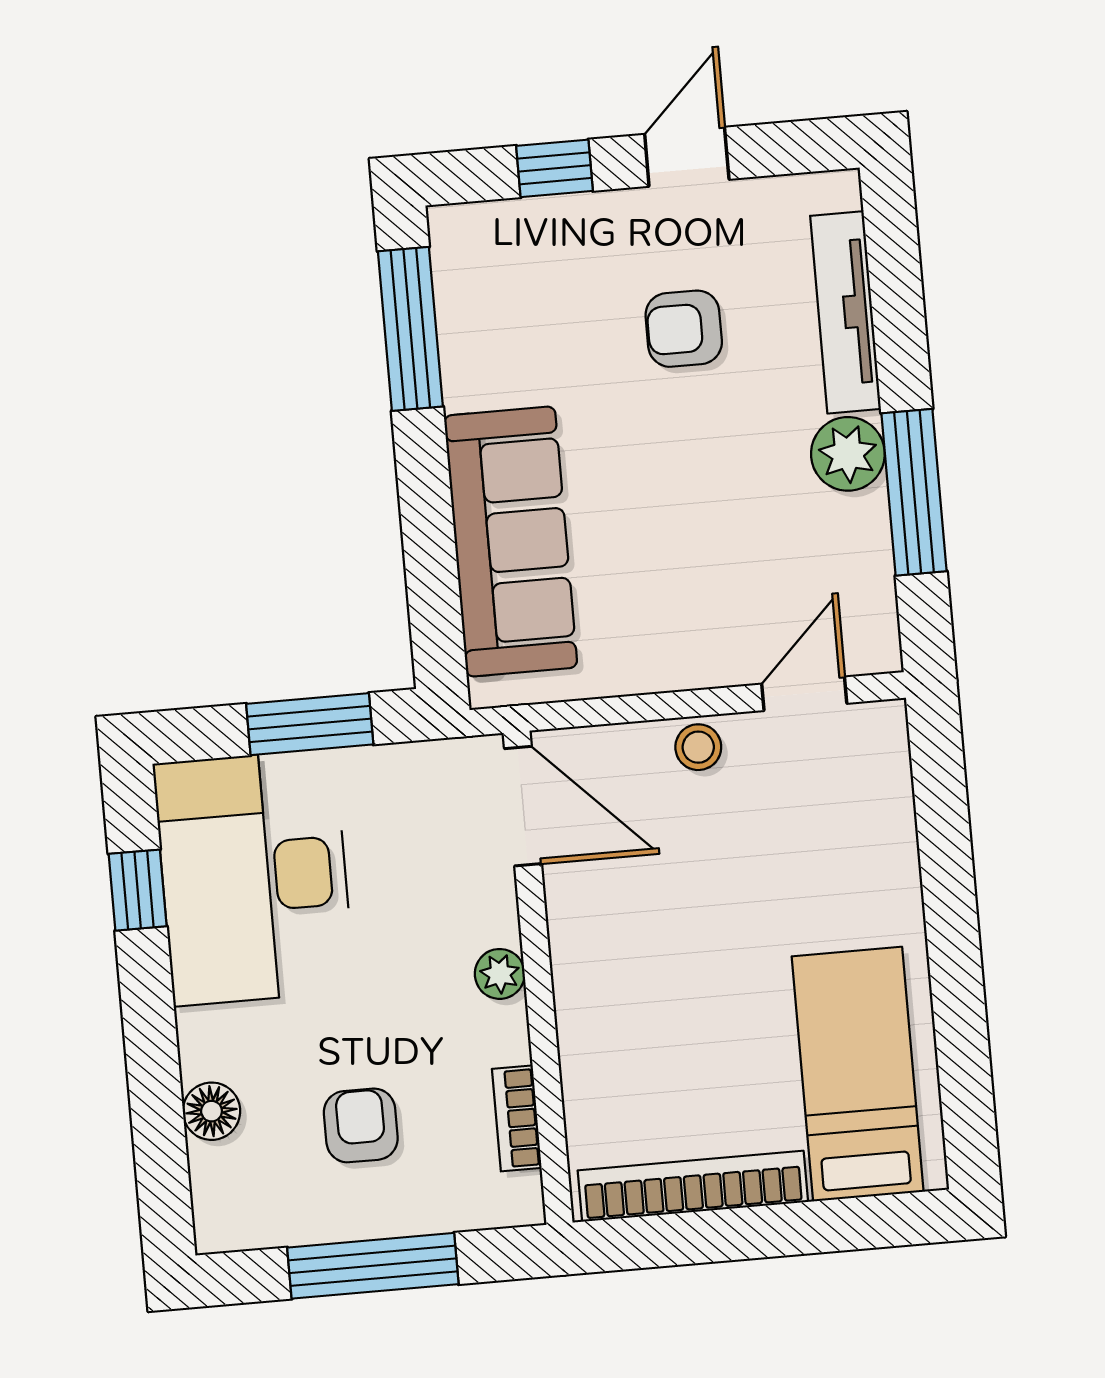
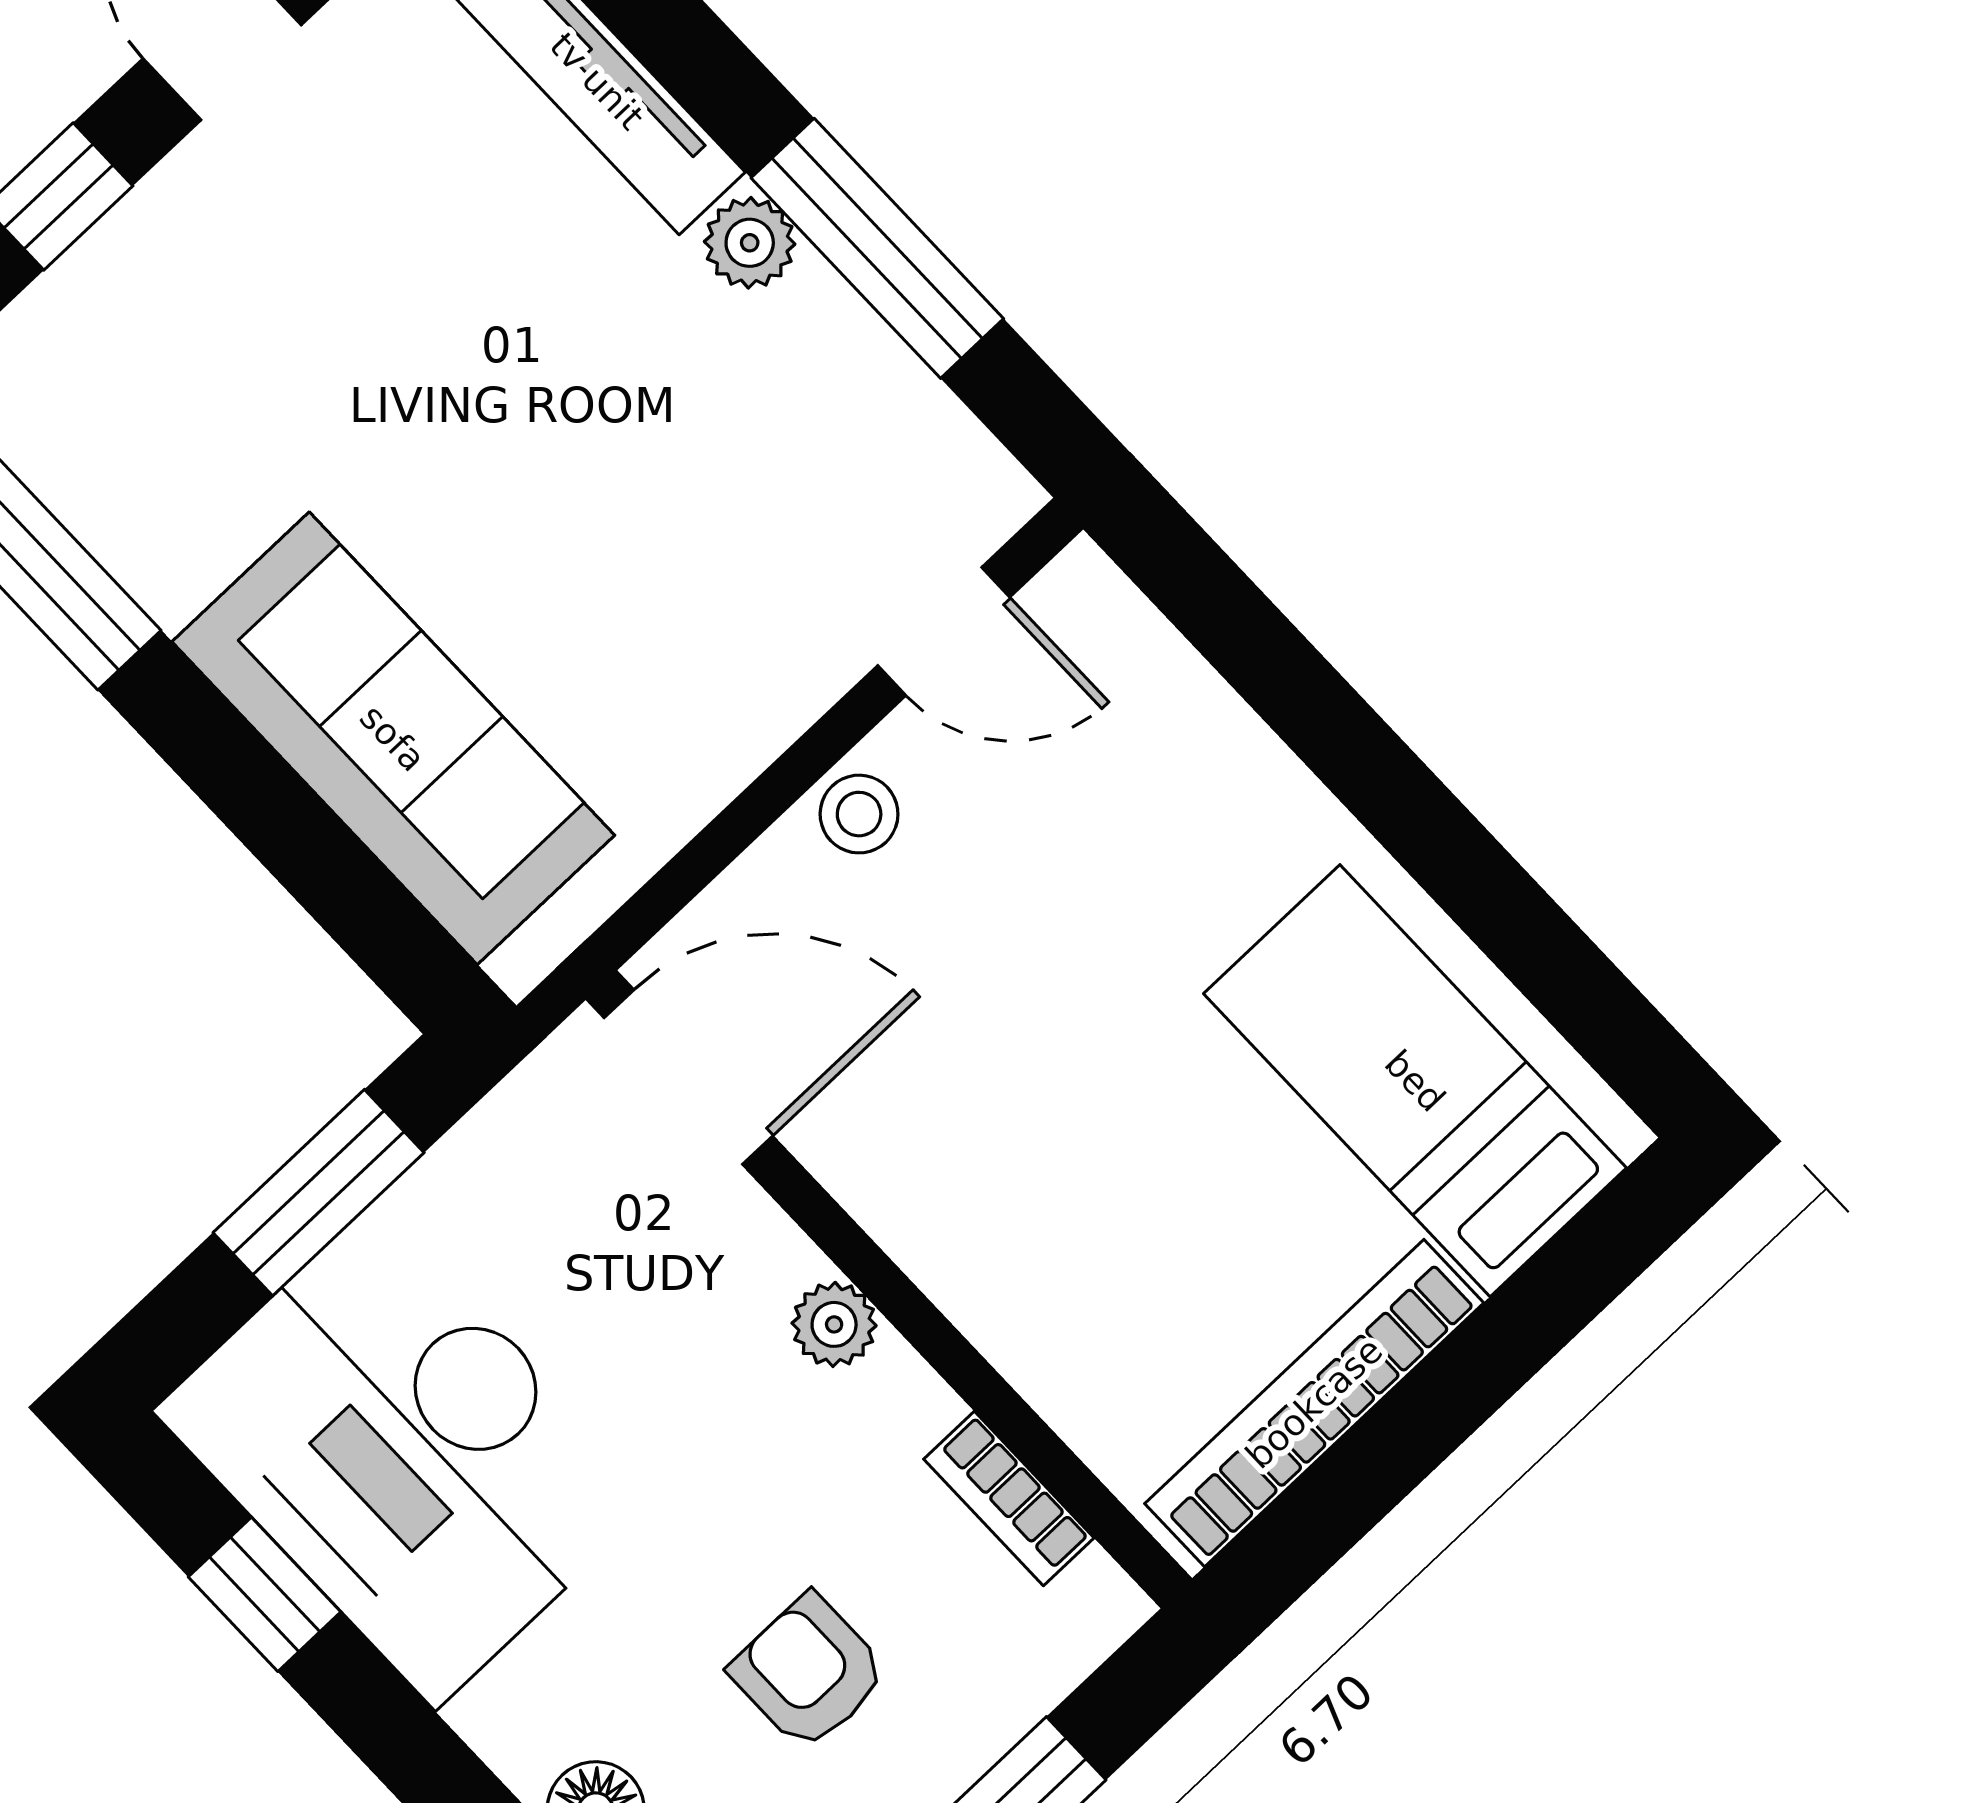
armchair: (684, 329) -> (399, 273), removed
plant: (848, 454) -> (750, 243), width x0.73, depth x0.73
door: (804, 694) -> (944, 631), swing flipped

